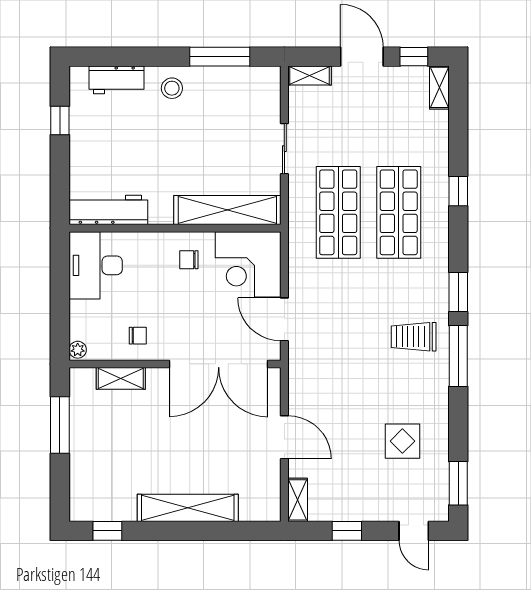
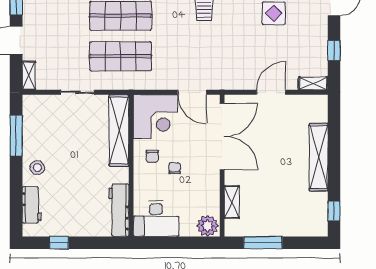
door: (284, 319) -> (192, 92), hinge flipped
chair: (138, 336) -> (175, 168), moved
plant: (78, 350) -> (208, 226), width x1.88, depth x1.88

